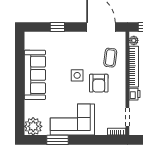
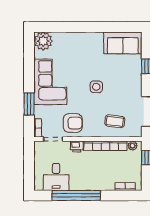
sofa: (35, 75) -> (123, 43), moved, width x0.73
armchair: (99, 83) -> (73, 123), moved, turned 180
window: (58, 140) -> (29, 104), moved

